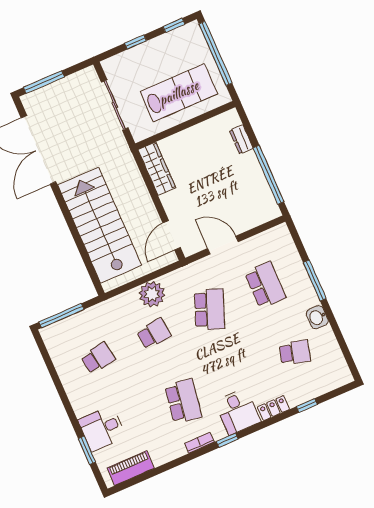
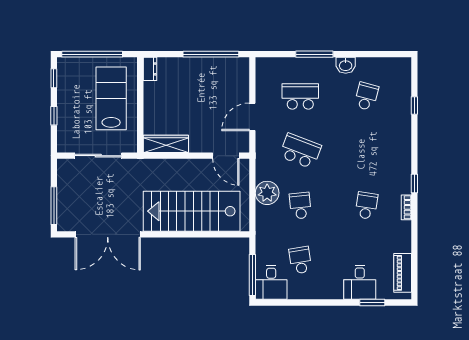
dresser: (241, 139) -> (150, 69), moved, turned -90
school desk: (183, 401) -> (366, 206), width x0.54
locker: (273, 408) -> (404, 134), removed
desk: (238, 411) -> (271, 282), moved, turned 90

